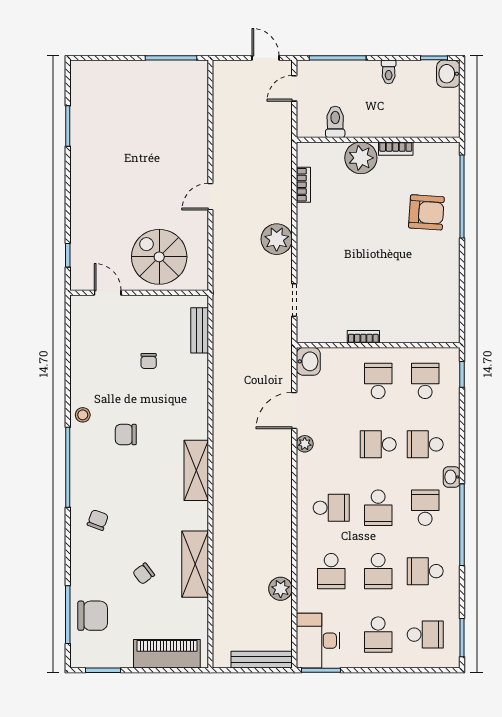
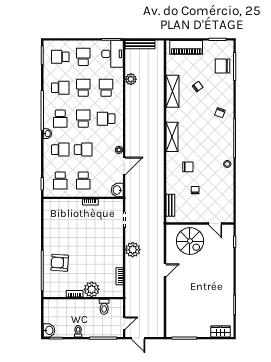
wardrobe: (96, 71) -> (221, 331), added
chair: (126, 435) -> (188, 167), moved

